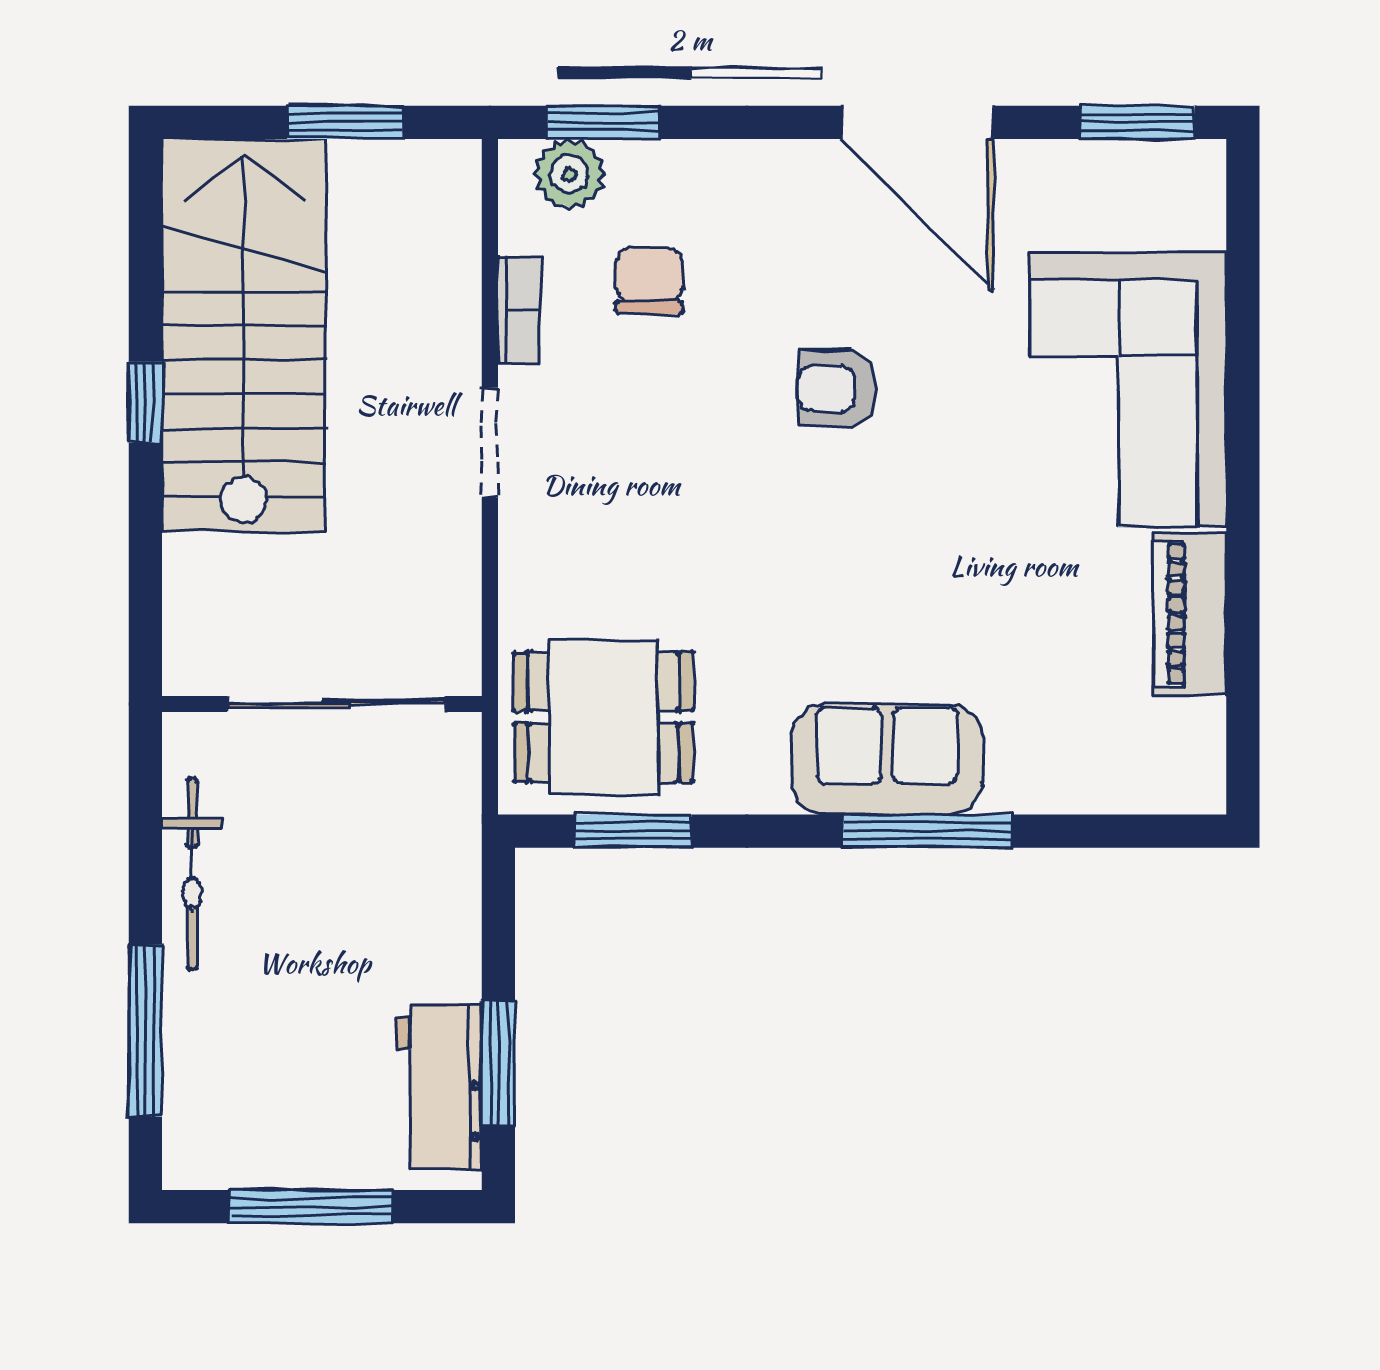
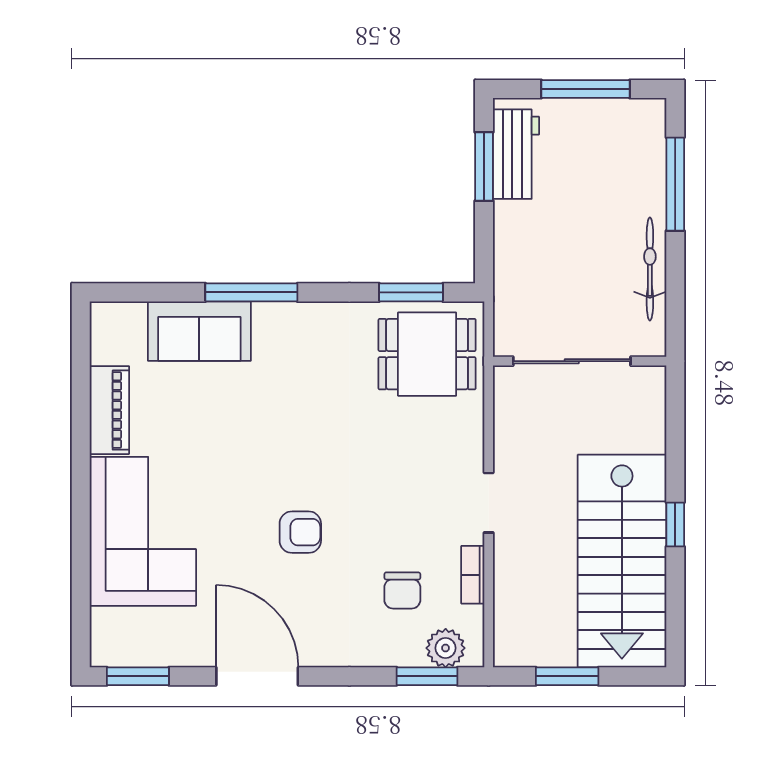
sofa: (887, 760) -> (199, 331), moved

